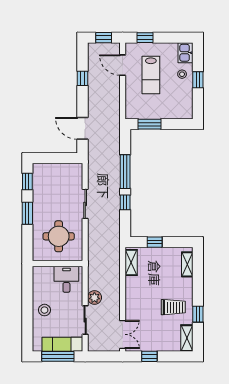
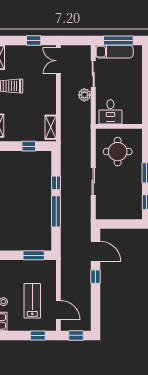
window: (83, 78) -> (96, 277), moved
stool: (44, 310) -> (131, 83), removed

